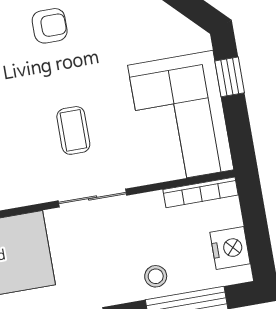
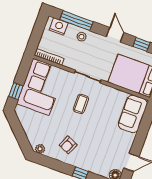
armchair: (50, 26) -> (68, 145), turned -66
nightstand: (230, 248) -> (59, 27), moved, turned 90

